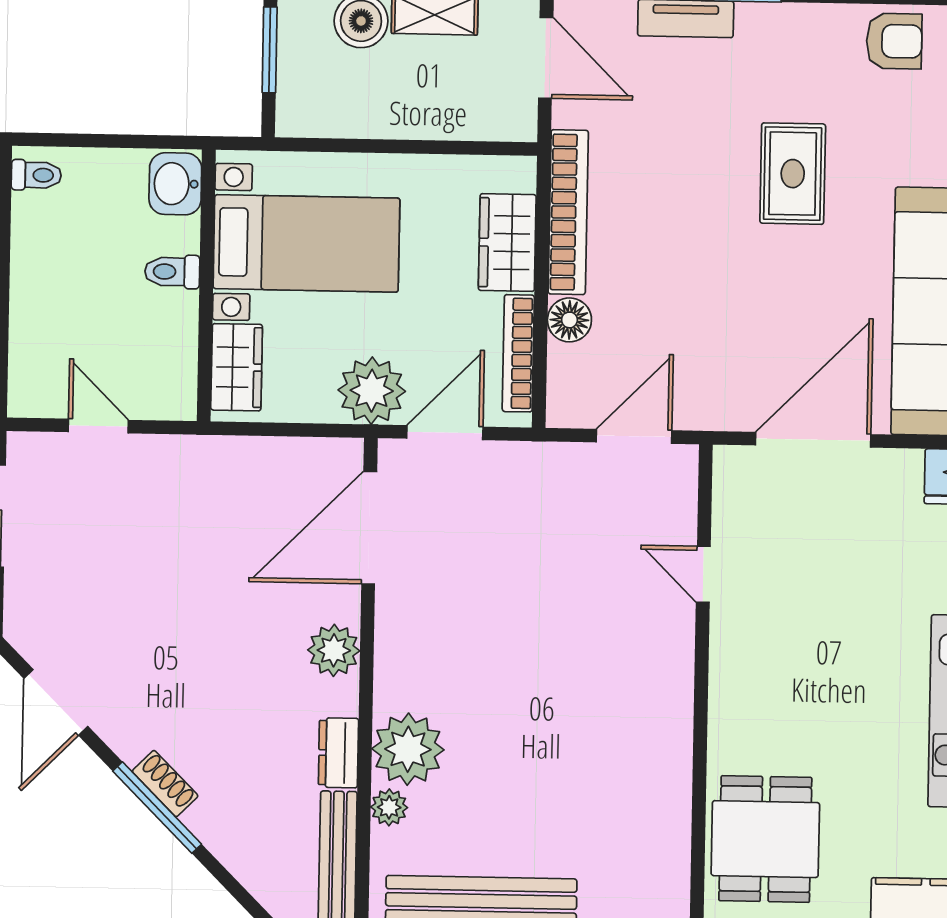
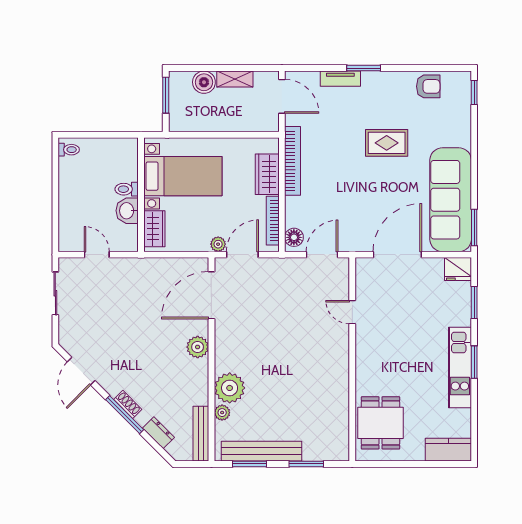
rug: (793, 174) -> (387, 143), turned 90
washbasin: (175, 184) -> (127, 211), moved
floor lamp: (569, 320) -> (294, 237), moved
plant: (372, 391) -> (218, 244), width x0.53, depth x0.53
dresser: (338, 753) -> (158, 433), moved, turned 135

